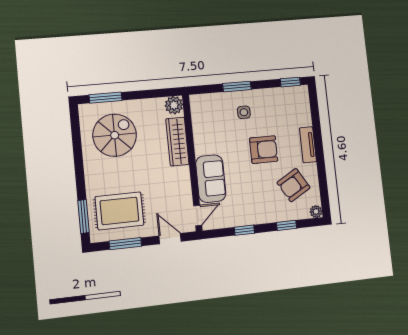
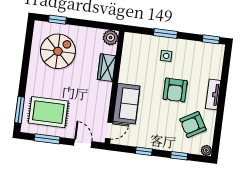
window: (105, 98) -> (57, 20), width x0.67
wardrobe: (177, 142) -> (107, 68), width x0.67
armchair: (264, 150) -> (175, 90), turned 90

